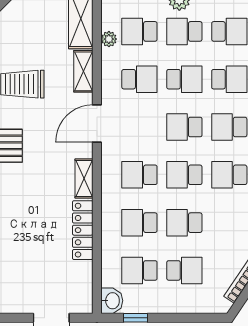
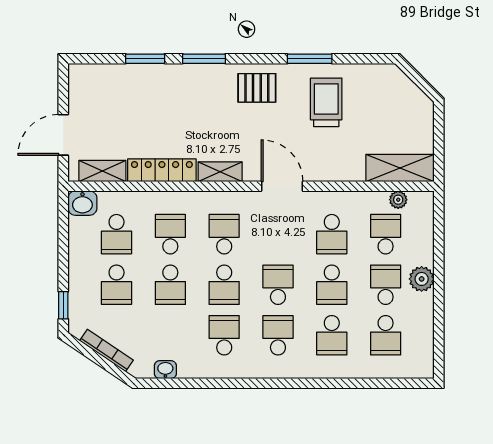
plant: (109, 39) -> (398, 200), moved
shelving: (83, 71) -> (102, 171), moved
school desk: (184, 175) -> (224, 285), turned 180
school desk: (184, 223) -> (170, 285), turned 180
school desk: (139, 270) -> (117, 234), turned 180
window: (136, 318) -> (63, 305), moved

